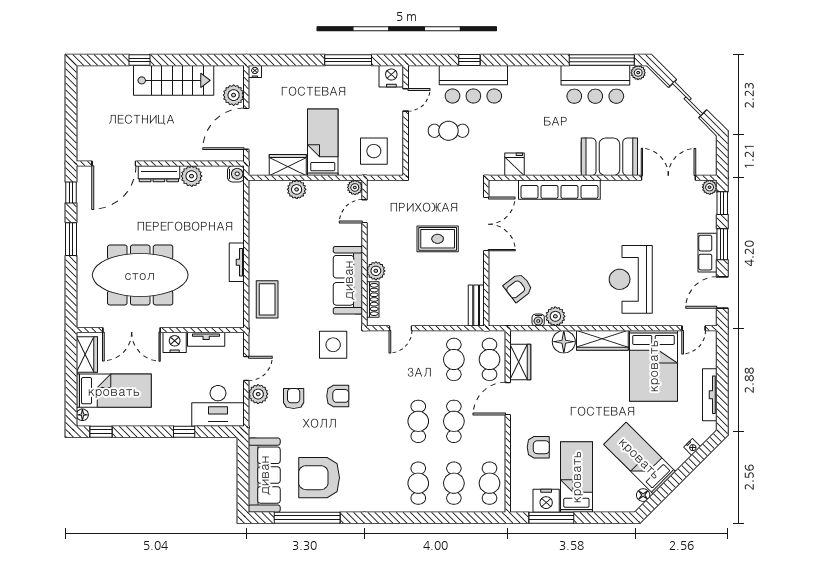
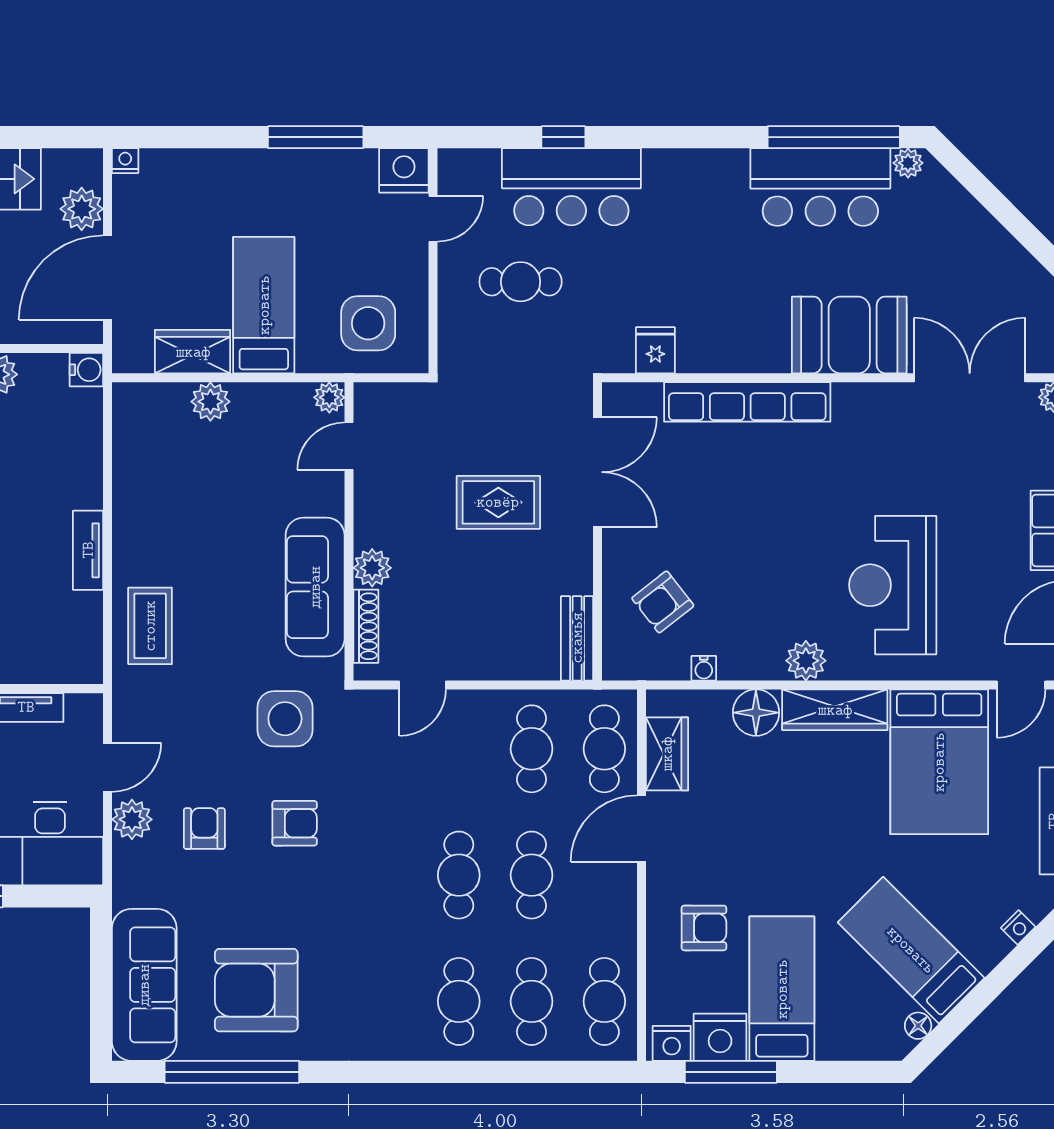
sliding door: (688, 99) -> (1009, 216), removed
plant: (555, 316) -> (806, 661), moved
nightstand: (522, 504) -> (672, 1043), added

